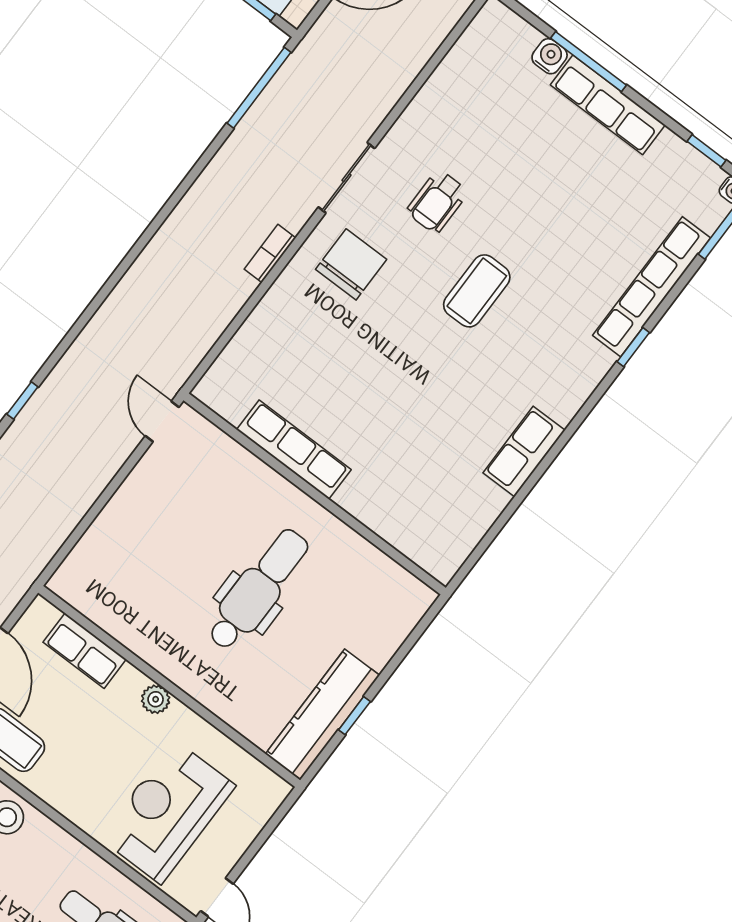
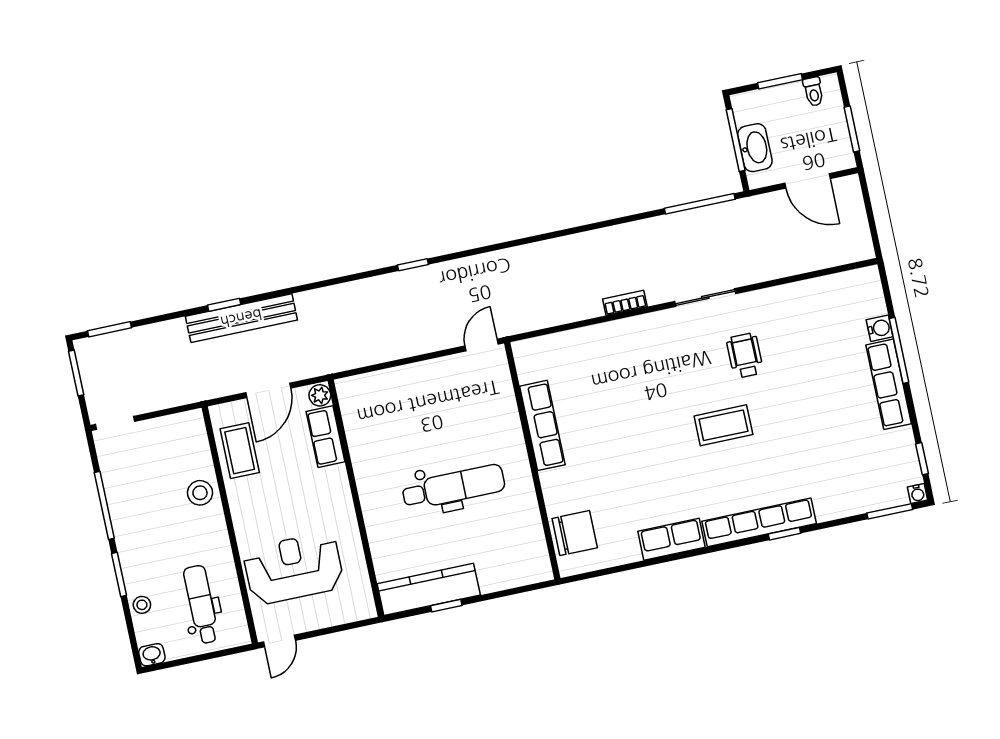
wheelchair: (437, 202) -> (745, 355), turned 90
chair: (351, 264) -> (575, 533), moved
row of seats: (652, 287) -> (759, 522), moved
plant: (156, 699) -> (320, 395), moved

